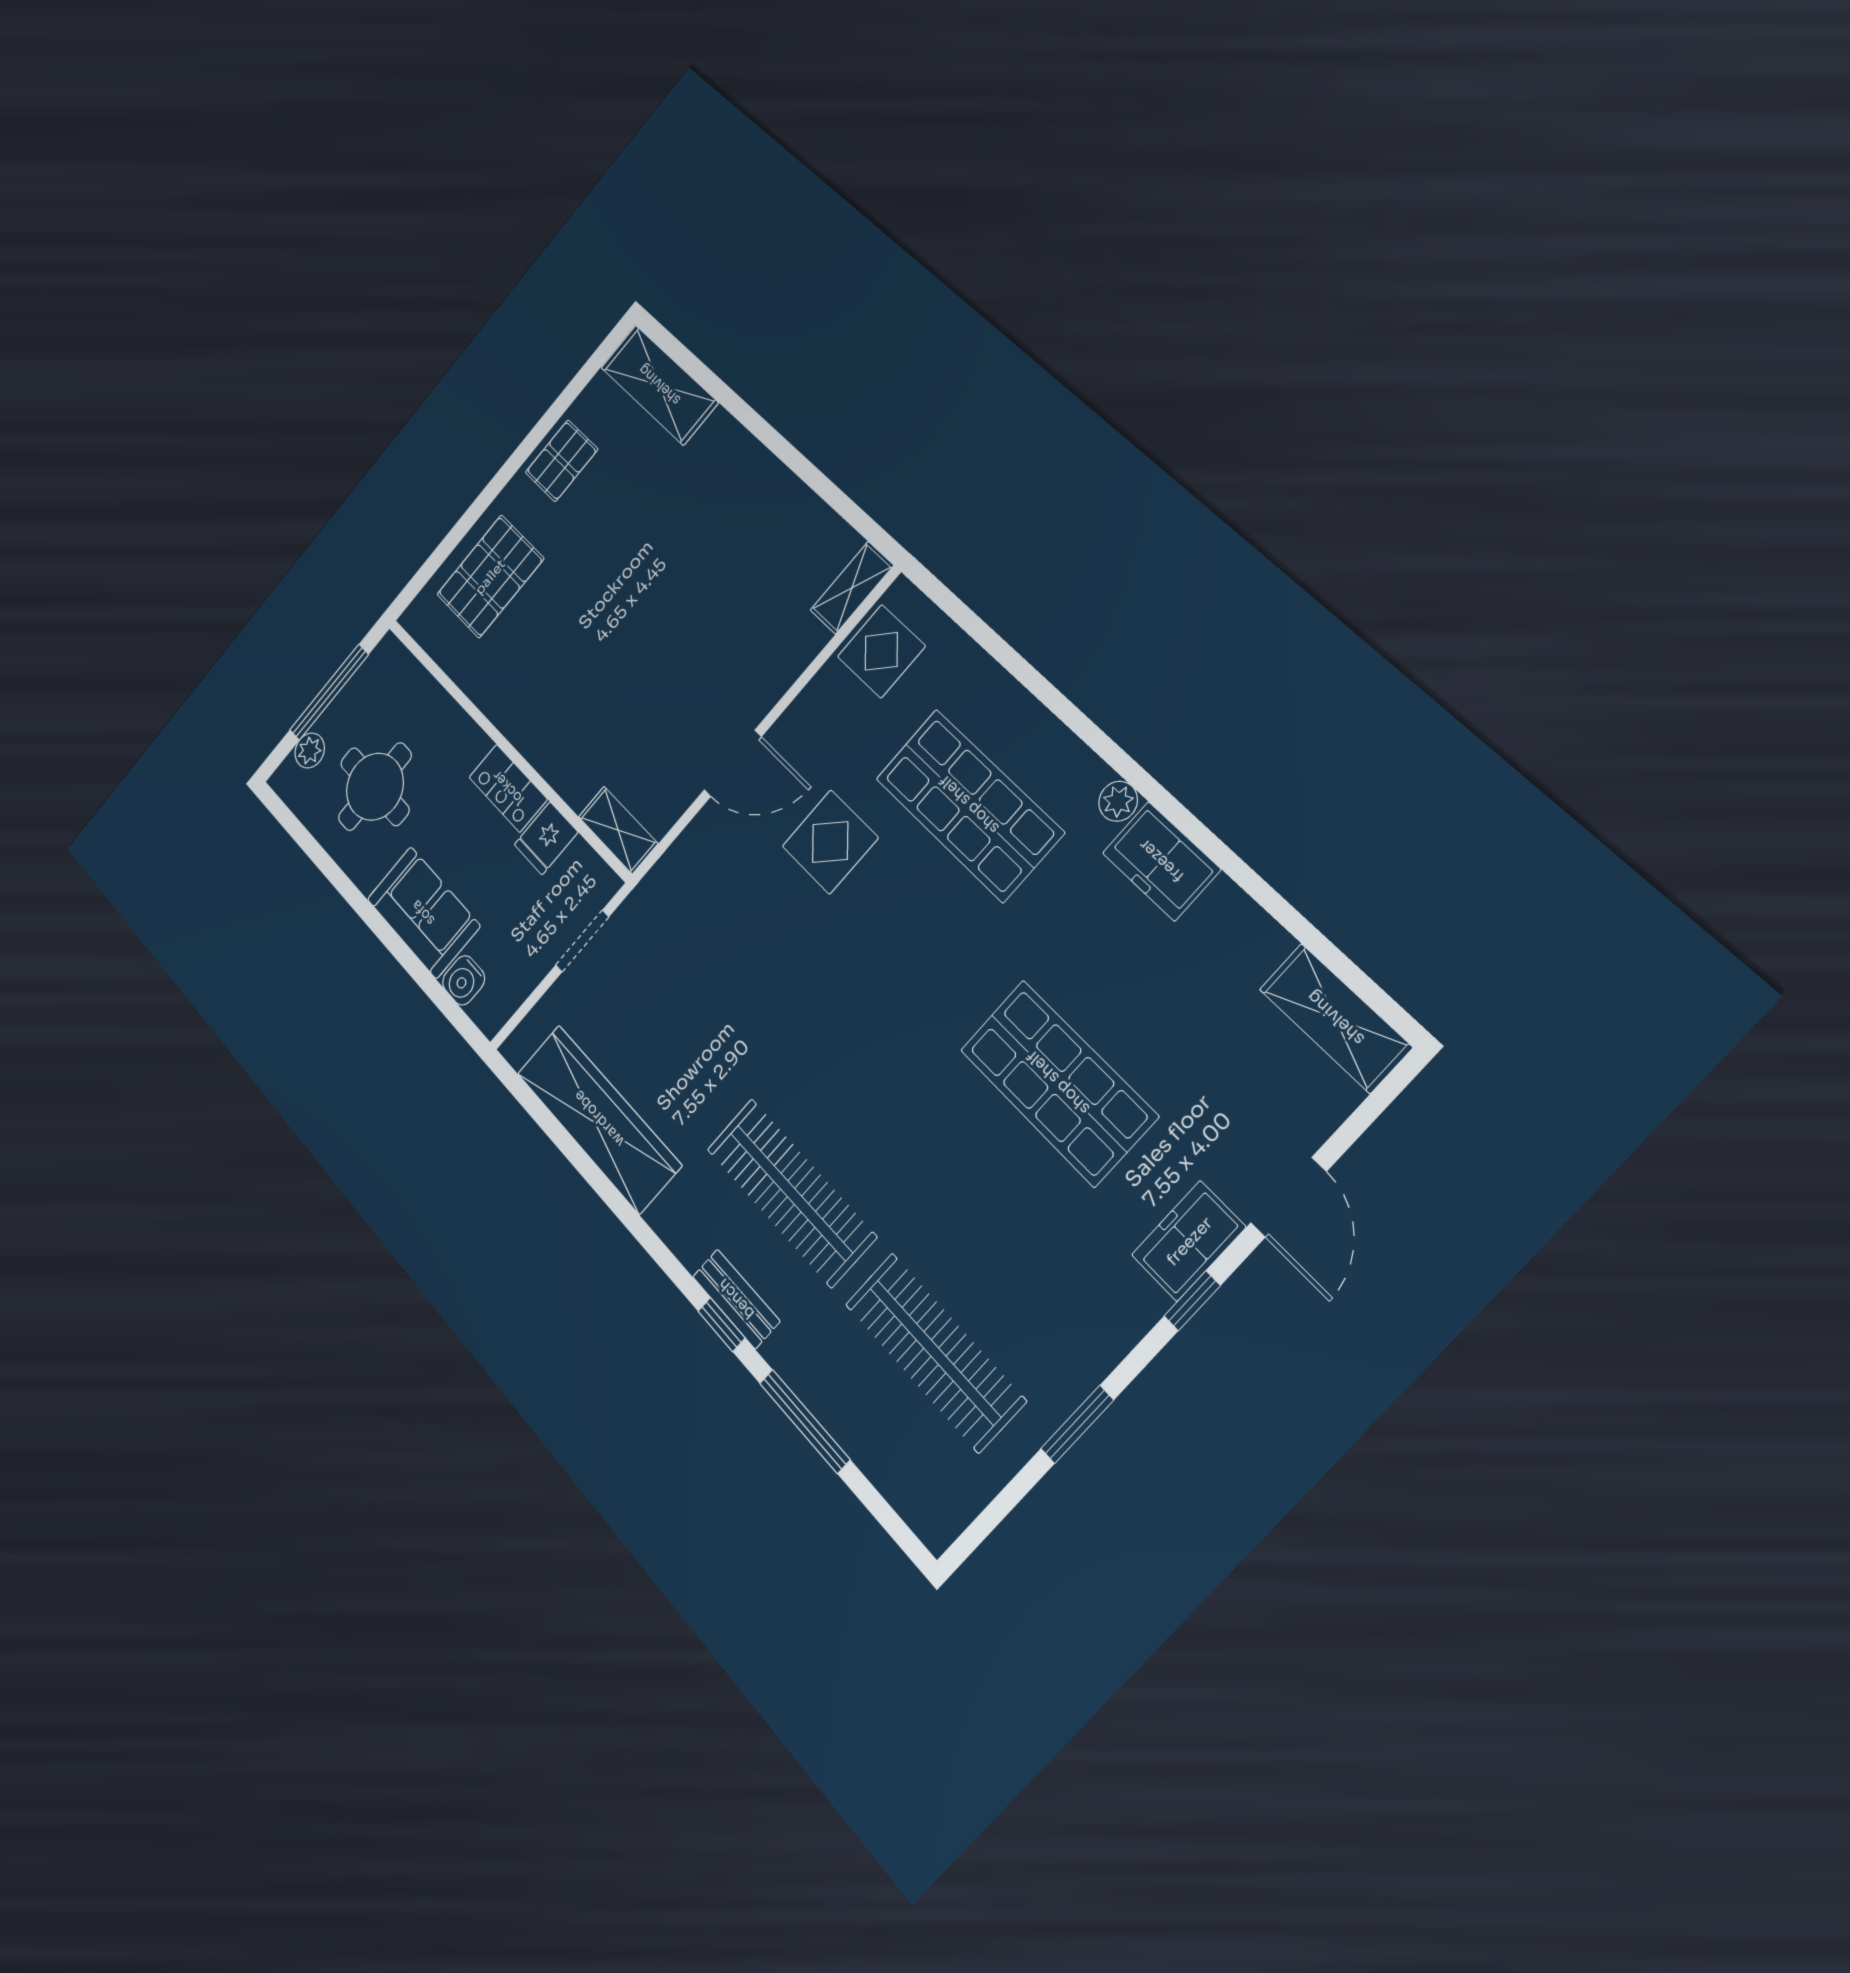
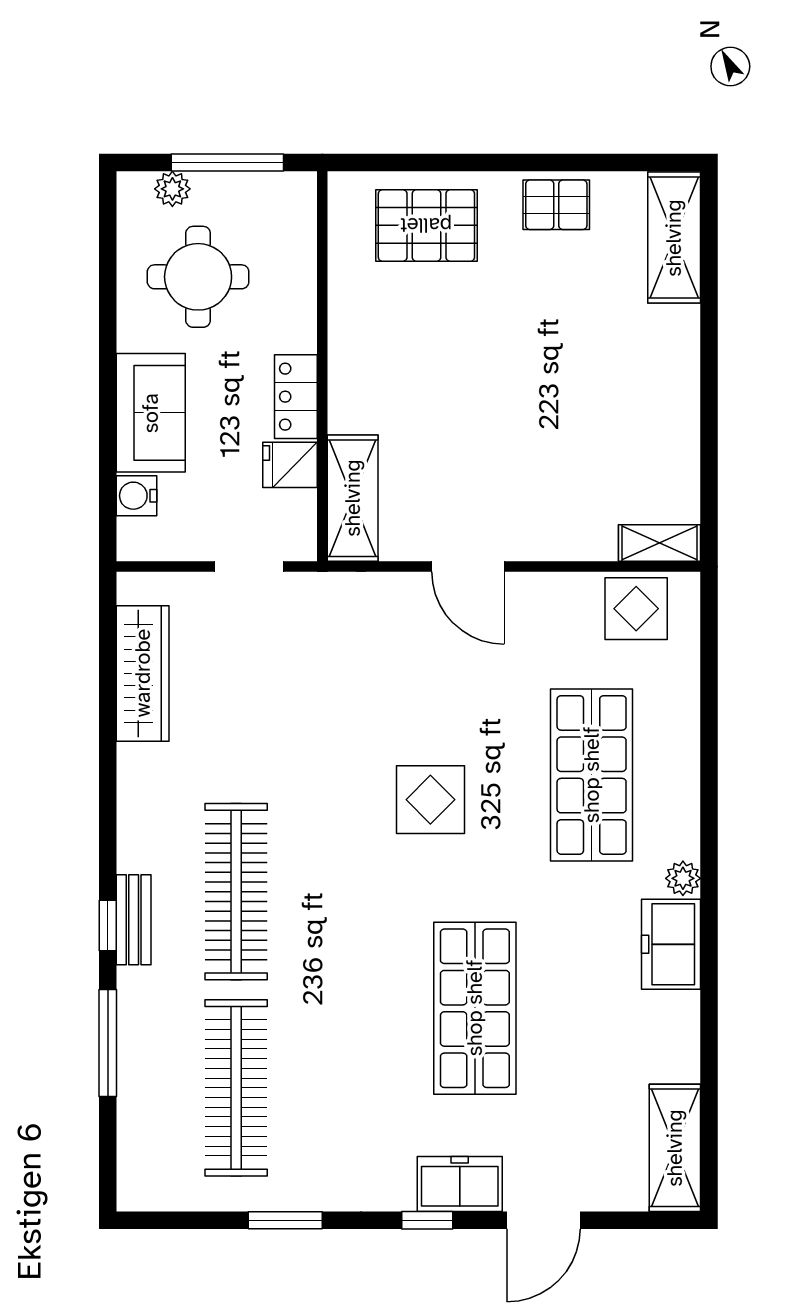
shelving: (618, 830) -> (353, 498), width x1.50, depth x1.33
display table: (830, 842) -> (430, 800), moved
wardrobe: (599, 1119) -> (143, 673), width x0.71, depth x0.85

